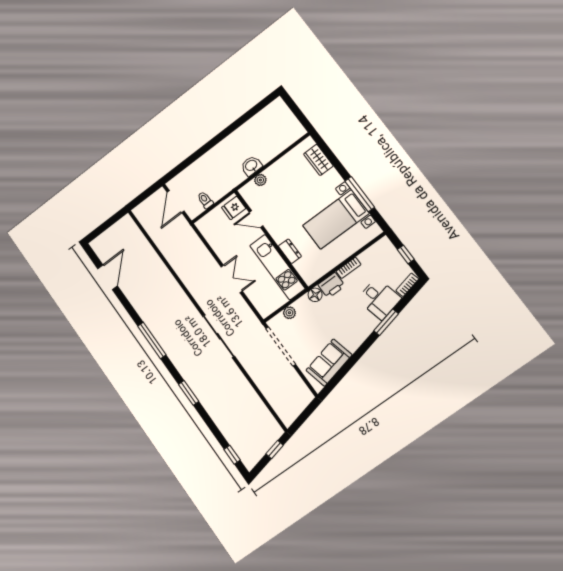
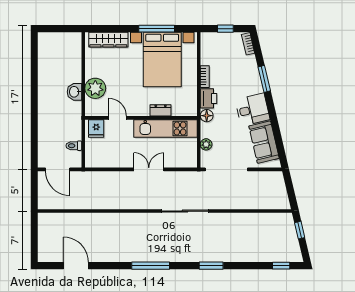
wardrobe: (318, 160) -> (108, 40), width x1.50
plant: (260, 180) -> (95, 88), width x1.88, depth x1.88
door: (256, 219) -> (118, 118), swing flipped
bed with nightstands: (336, 219) -> (162, 59), width x1.36
desk: (379, 299) -> (253, 110), moved

